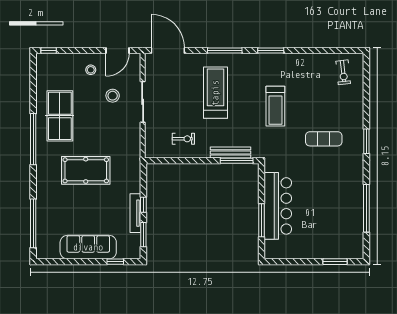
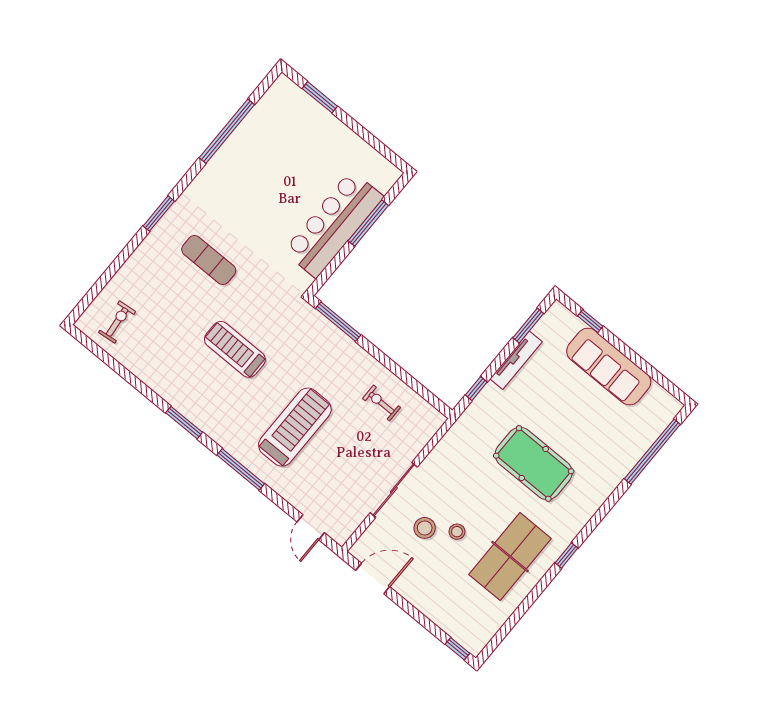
door: (168, 51) -> (311, 527), width x0.53
stool: (91, 70) -> (457, 532), moved
treadmill: (215, 93) -> (295, 427), turned 180
treadmill: (275, 106) -> (235, 349), turned -90
window: (33, 139) -> (567, 555), width x0.32
bench: (230, 152) -> (337, 338), removed
window: (143, 205) -> (476, 389), moved

